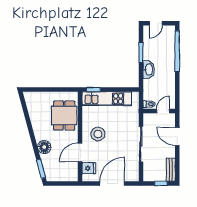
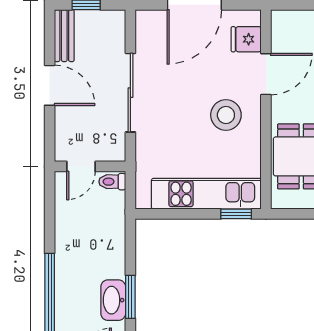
washbasin: (149, 69) -> (113, 300), moved
door: (177, 136) -> (50, 85), moved

